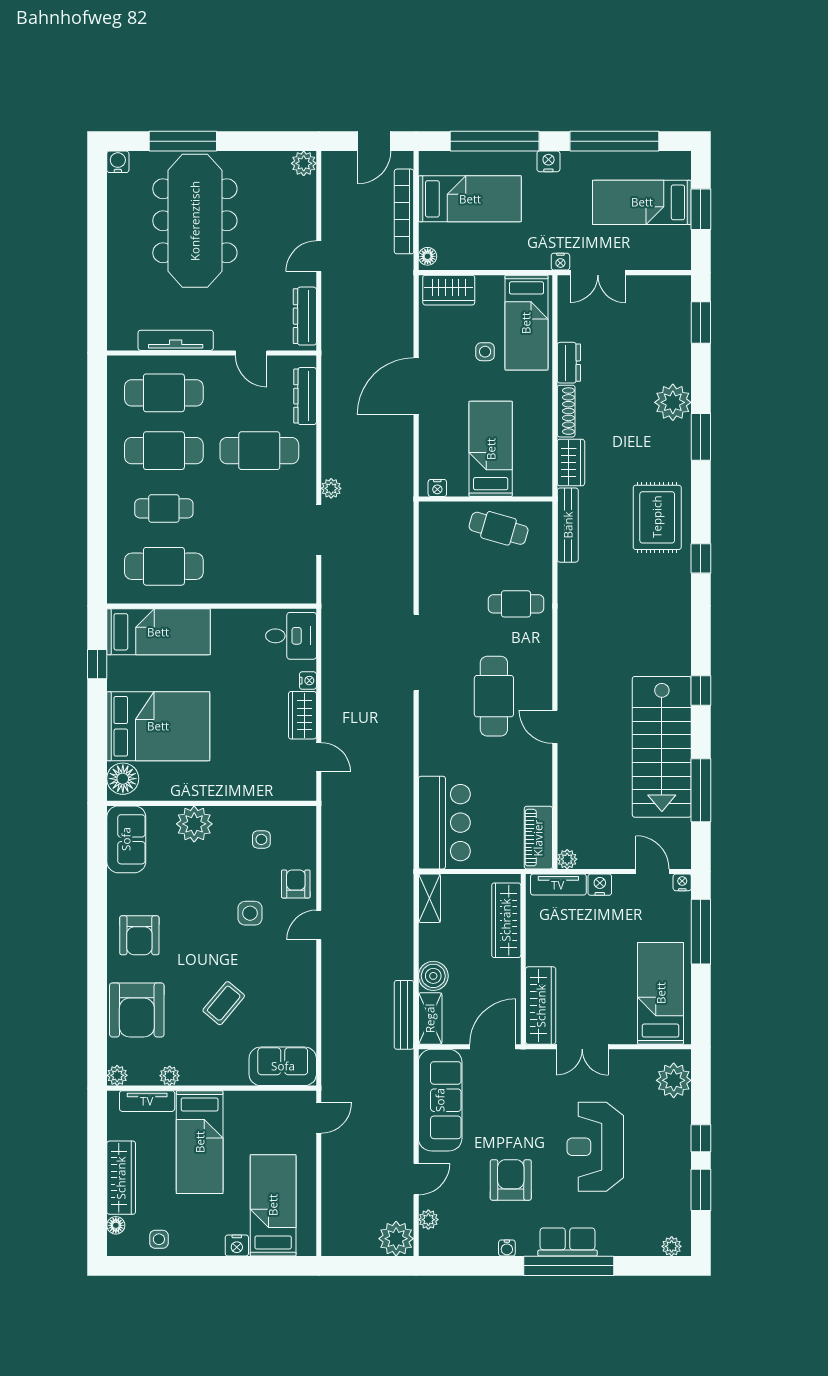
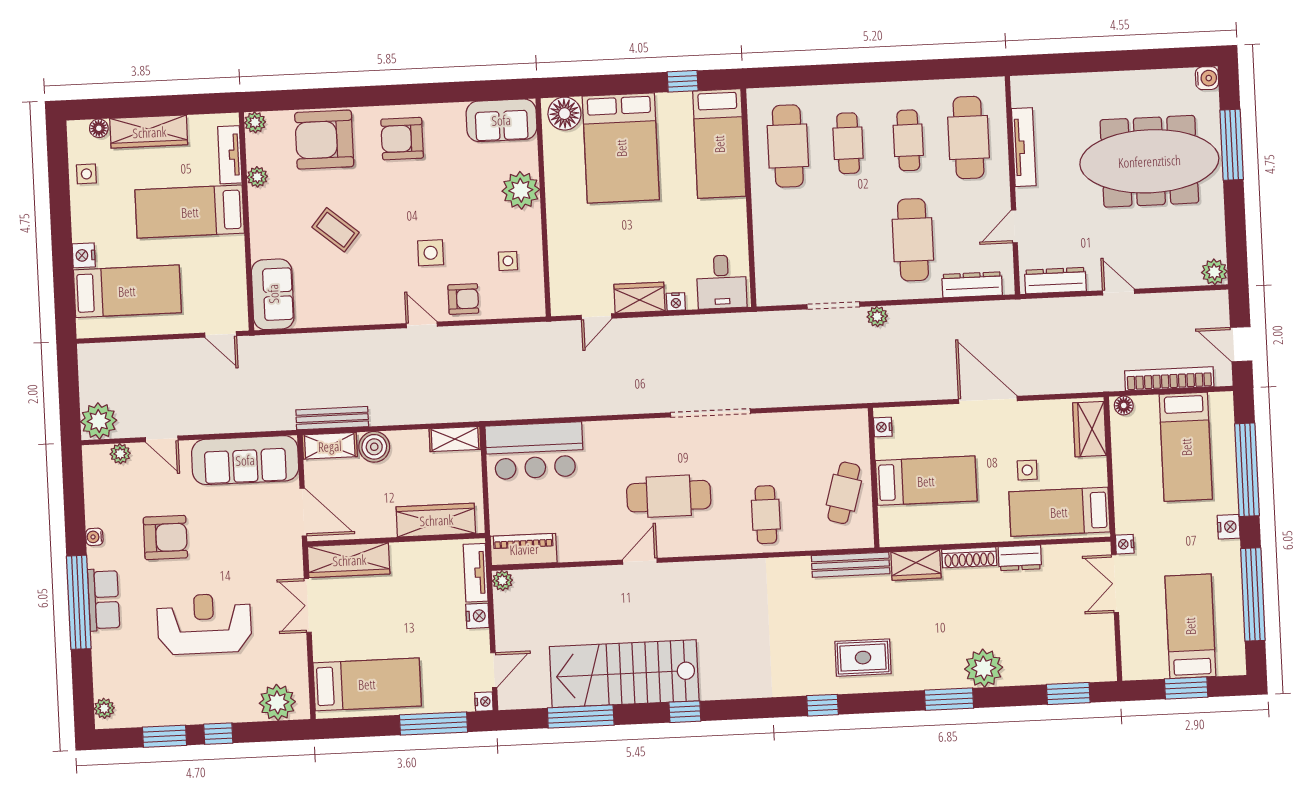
cafe table: (164, 451) -> (908, 140), width x0.73, depth x0.74
rug: (657, 517) -> (863, 658), width x0.73, depth x0.70

